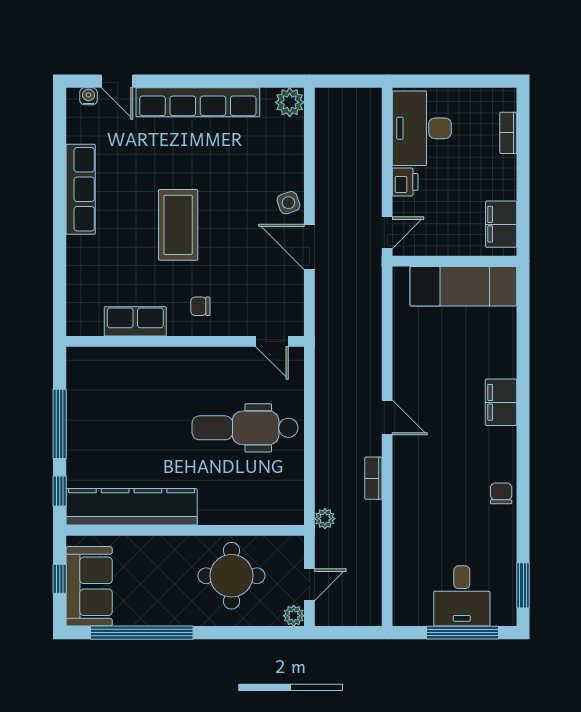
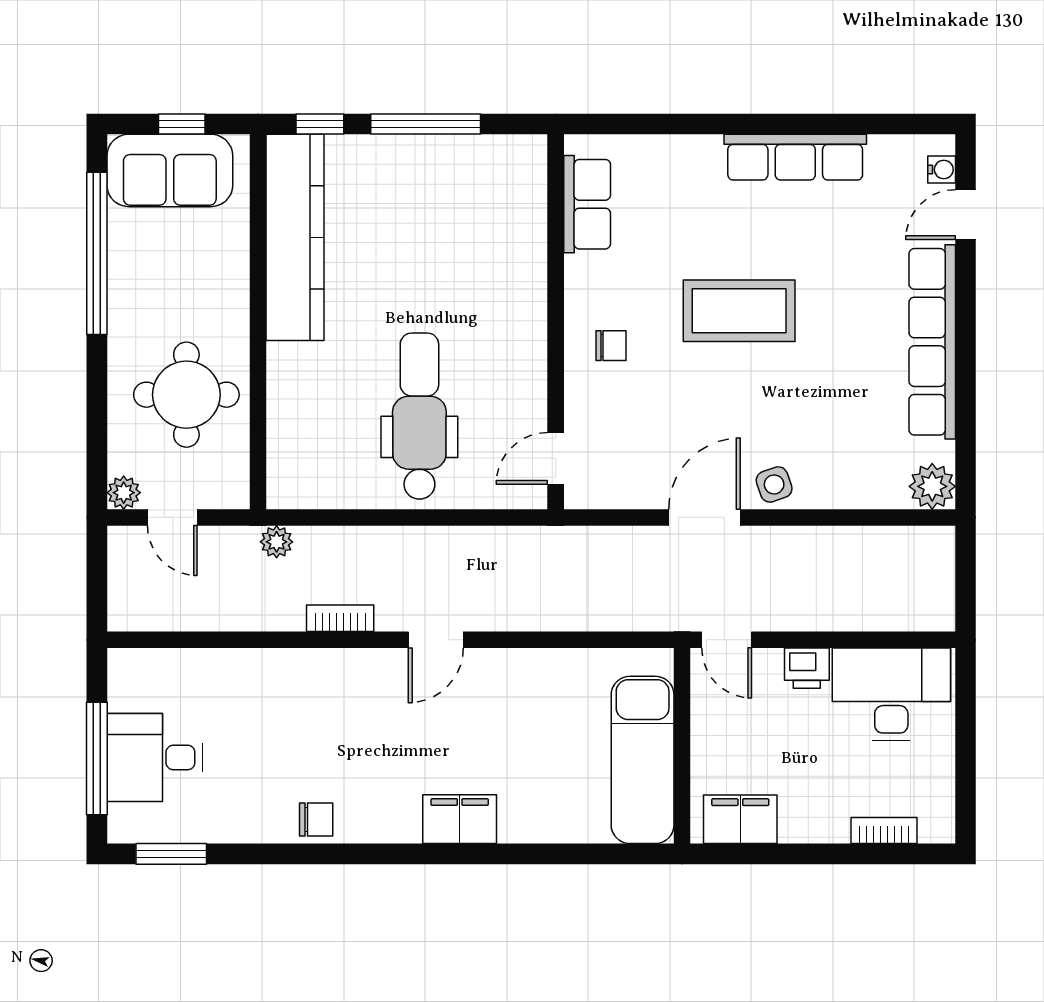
chair: (200, 306) -> (611, 346), turned 90
row of seats: (135, 321) -> (587, 204), moved

